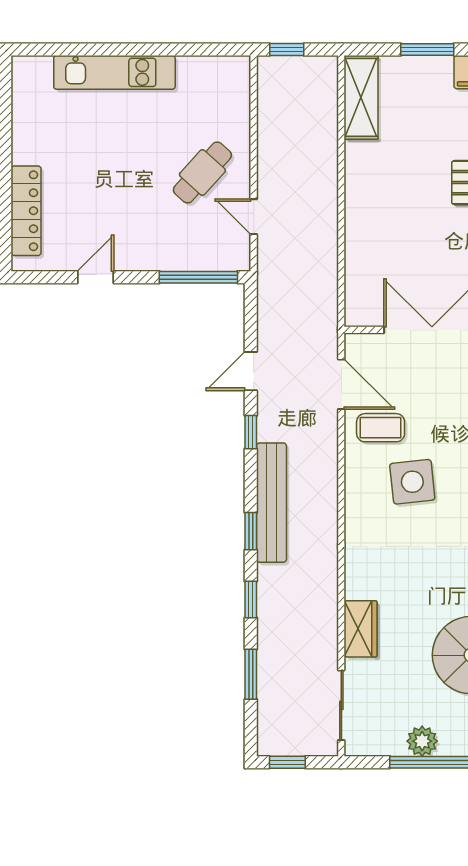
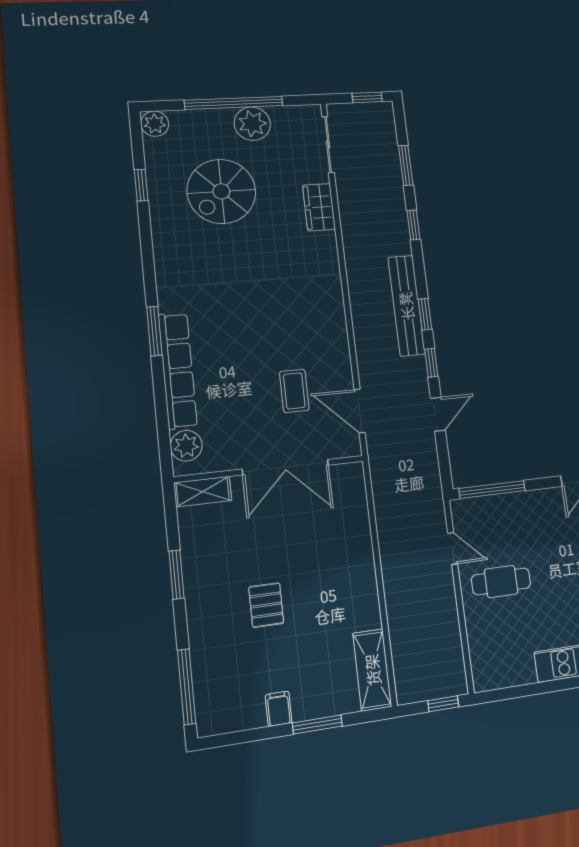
cafe table: (202, 172) -> (501, 581), turned 48
coffee table: (381, 428) -> (294, 391), moved, turned 90
side table: (412, 482) -> (288, 333), removed
window: (251, 531) -> (425, 314), moved
plant: (422, 741) -> (252, 124), width x1.36, depth x1.36

